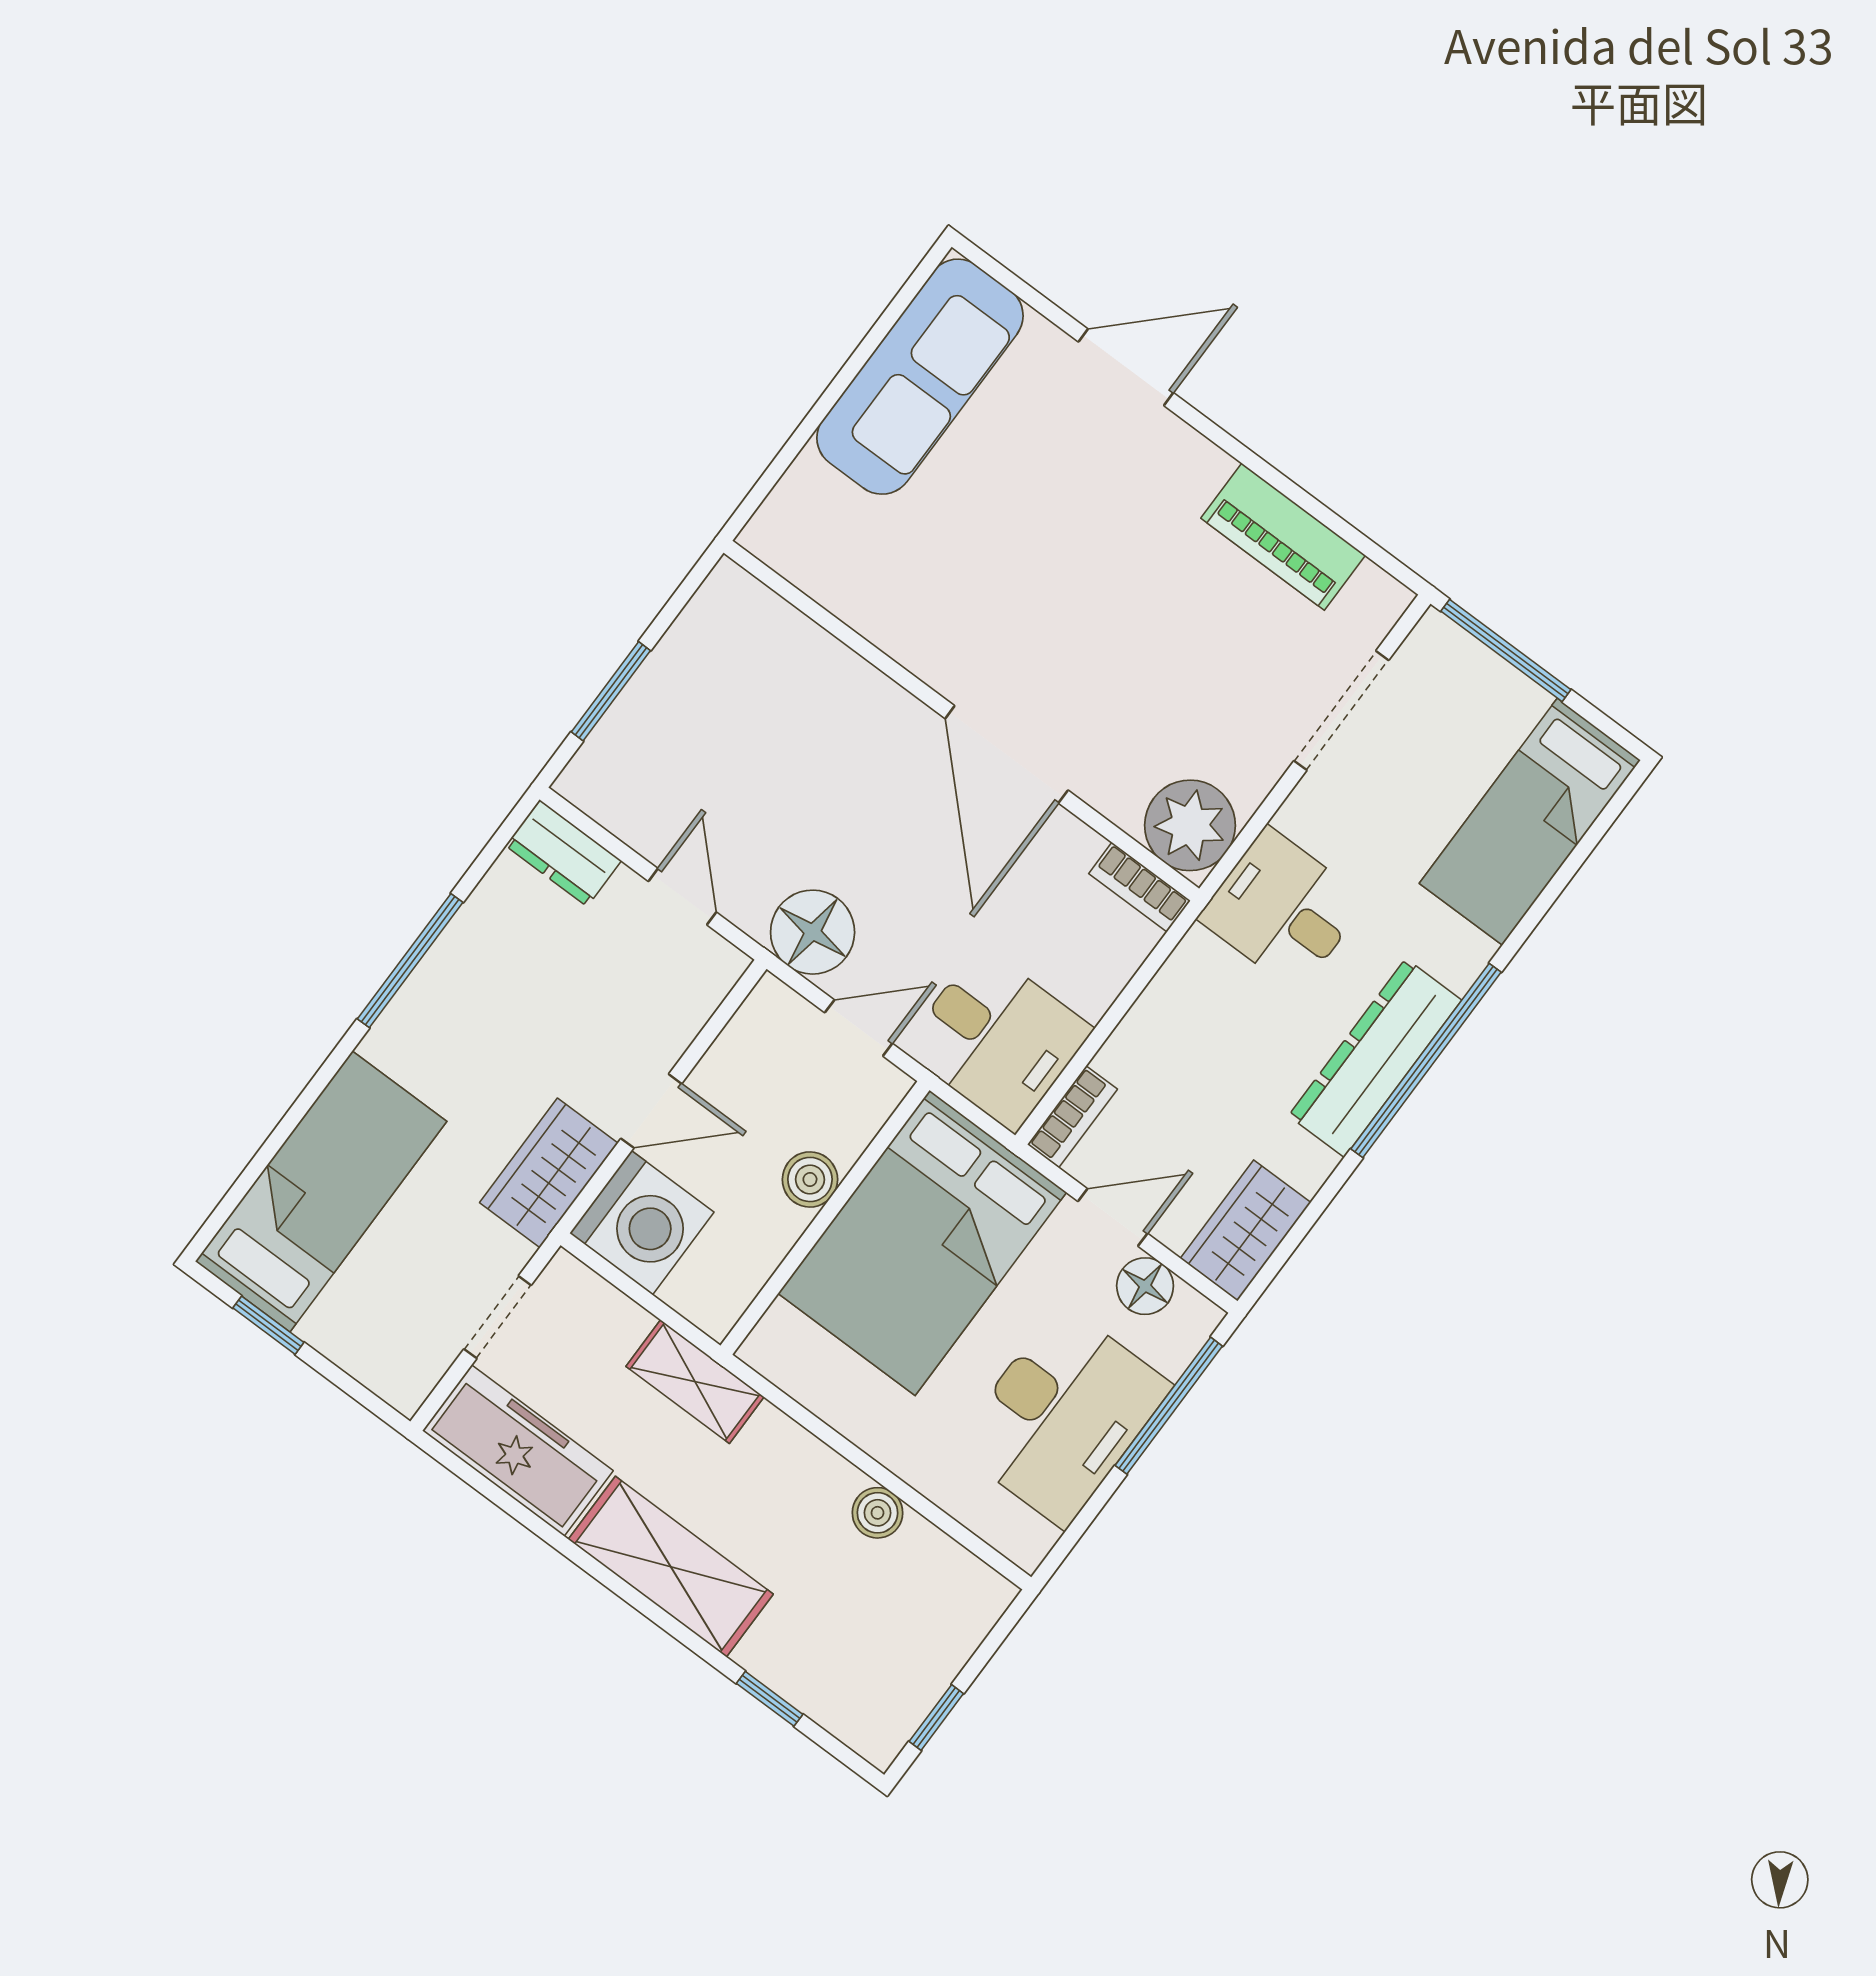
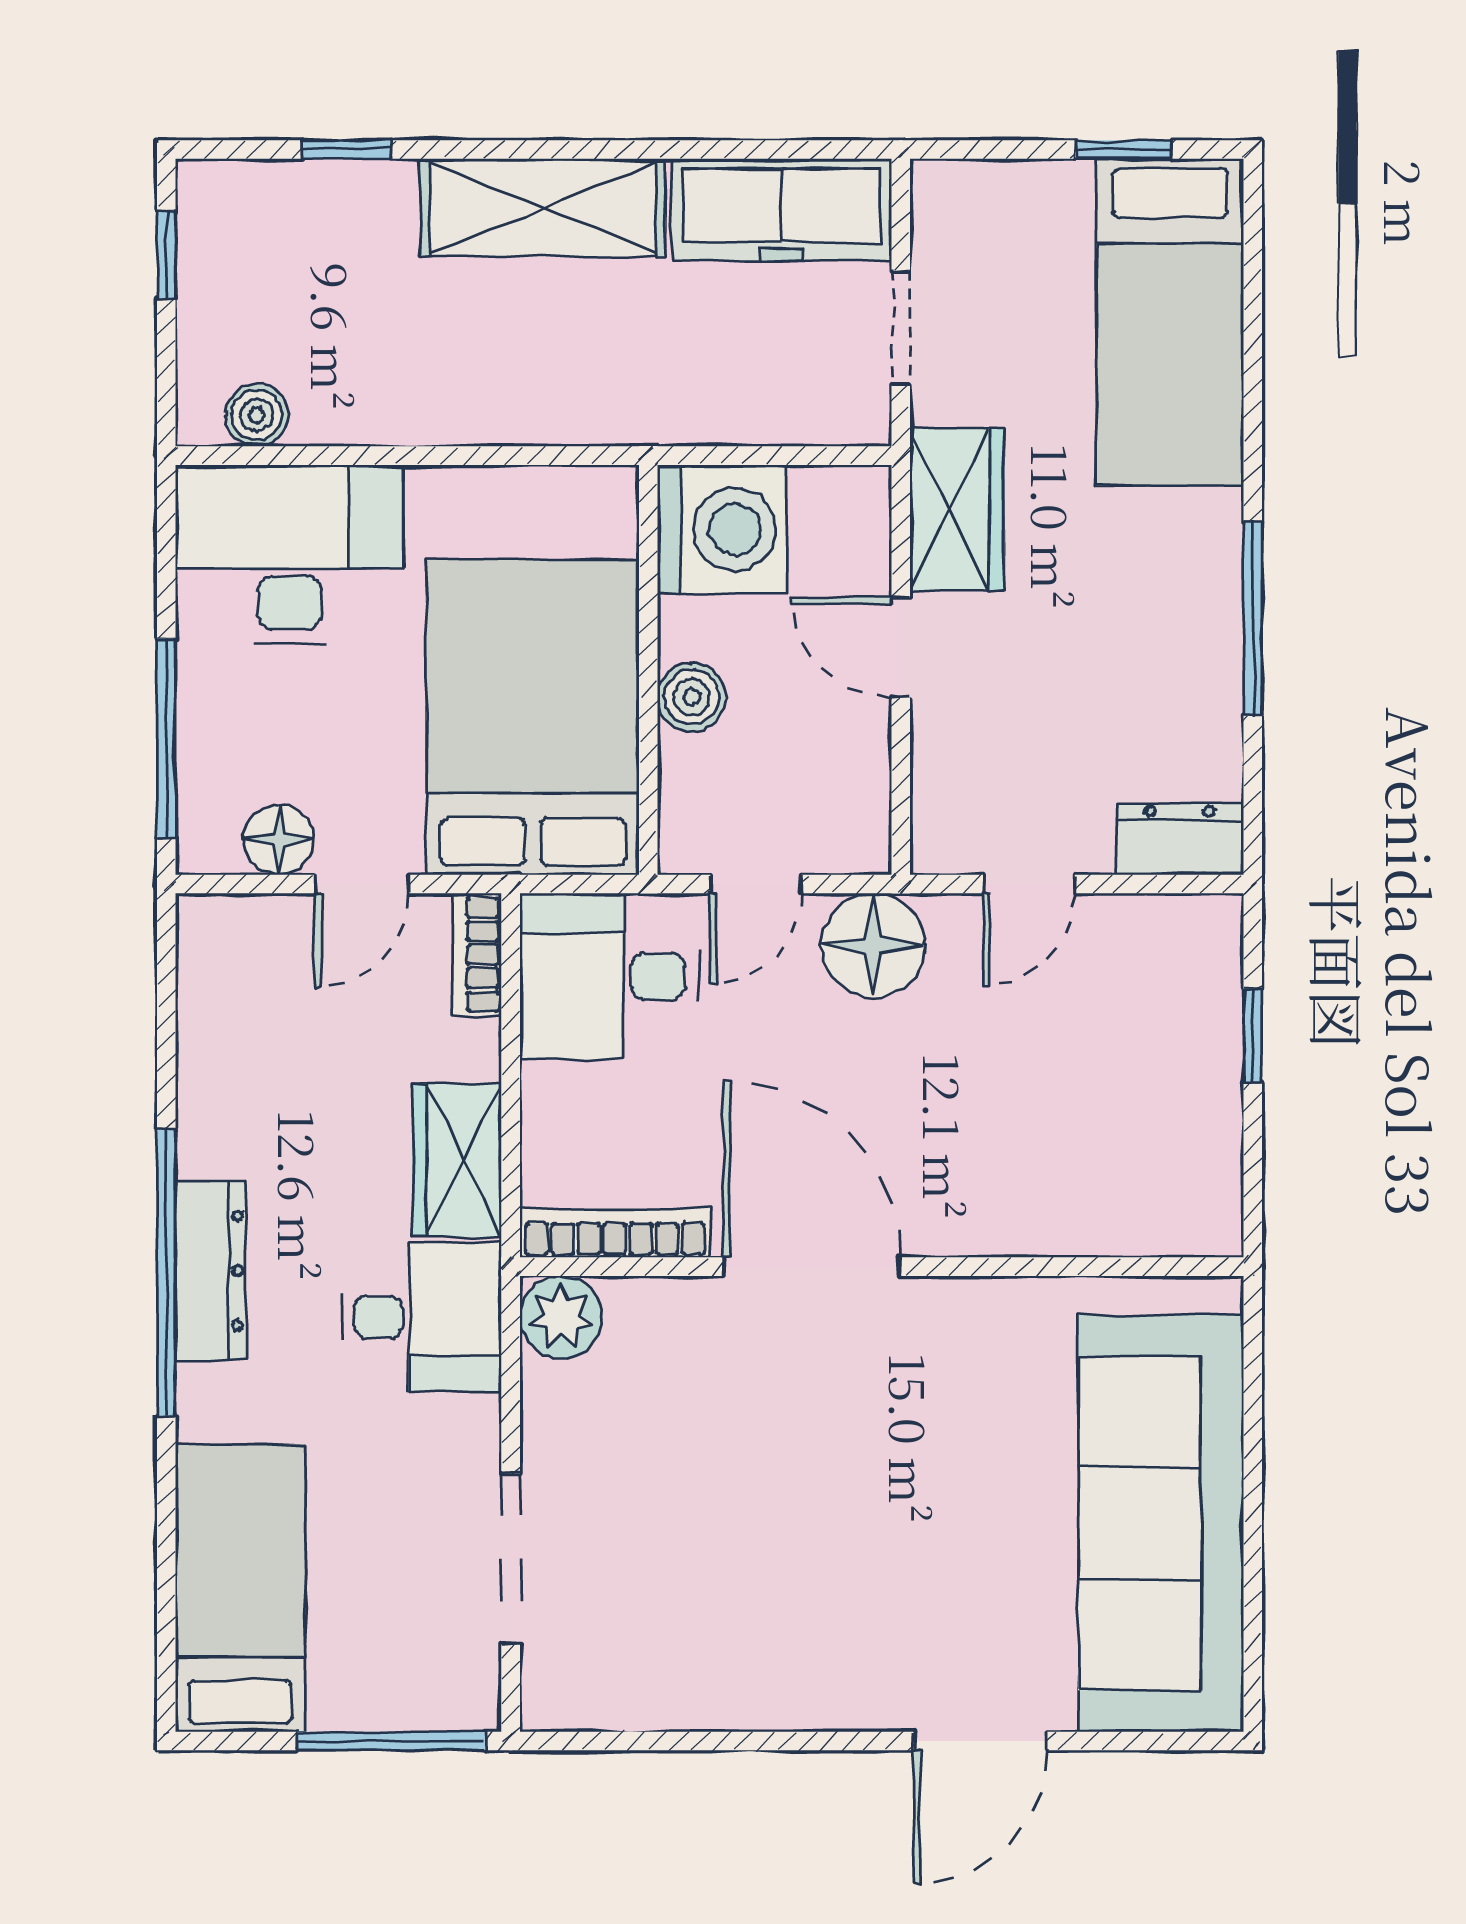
sofa: (920, 377) -> (1161, 1524), width x1.36, depth x1.27
piano: (1283, 537) -> (698, 1689), removed
window: (611, 691) -> (1253, 1036), width x0.67
plant: (1190, 825) -> (561, 1317), width x0.73, depth x0.73
bookcase: (1139, 887) -> (615, 1233), width x1.56
door: (682, 897) -> (1029, 884), hinge flipped
dresser: (1375, 1058) -> (210, 1271), width x0.73, depth x0.80
door: (651, 1111) -> (901, 647), hinge flipped
washing machine: (642, 1223) -> (722, 529), moved, turned 180
wardrobe: (1246, 1230) -> (457, 1160), moved, turned 180
shelving: (695, 1382) -> (656, 410), removed
desk: (1062, 1416) -> (289, 554), moved, turned 90
boiler: (878, 1513) -> (257, 415), moved

